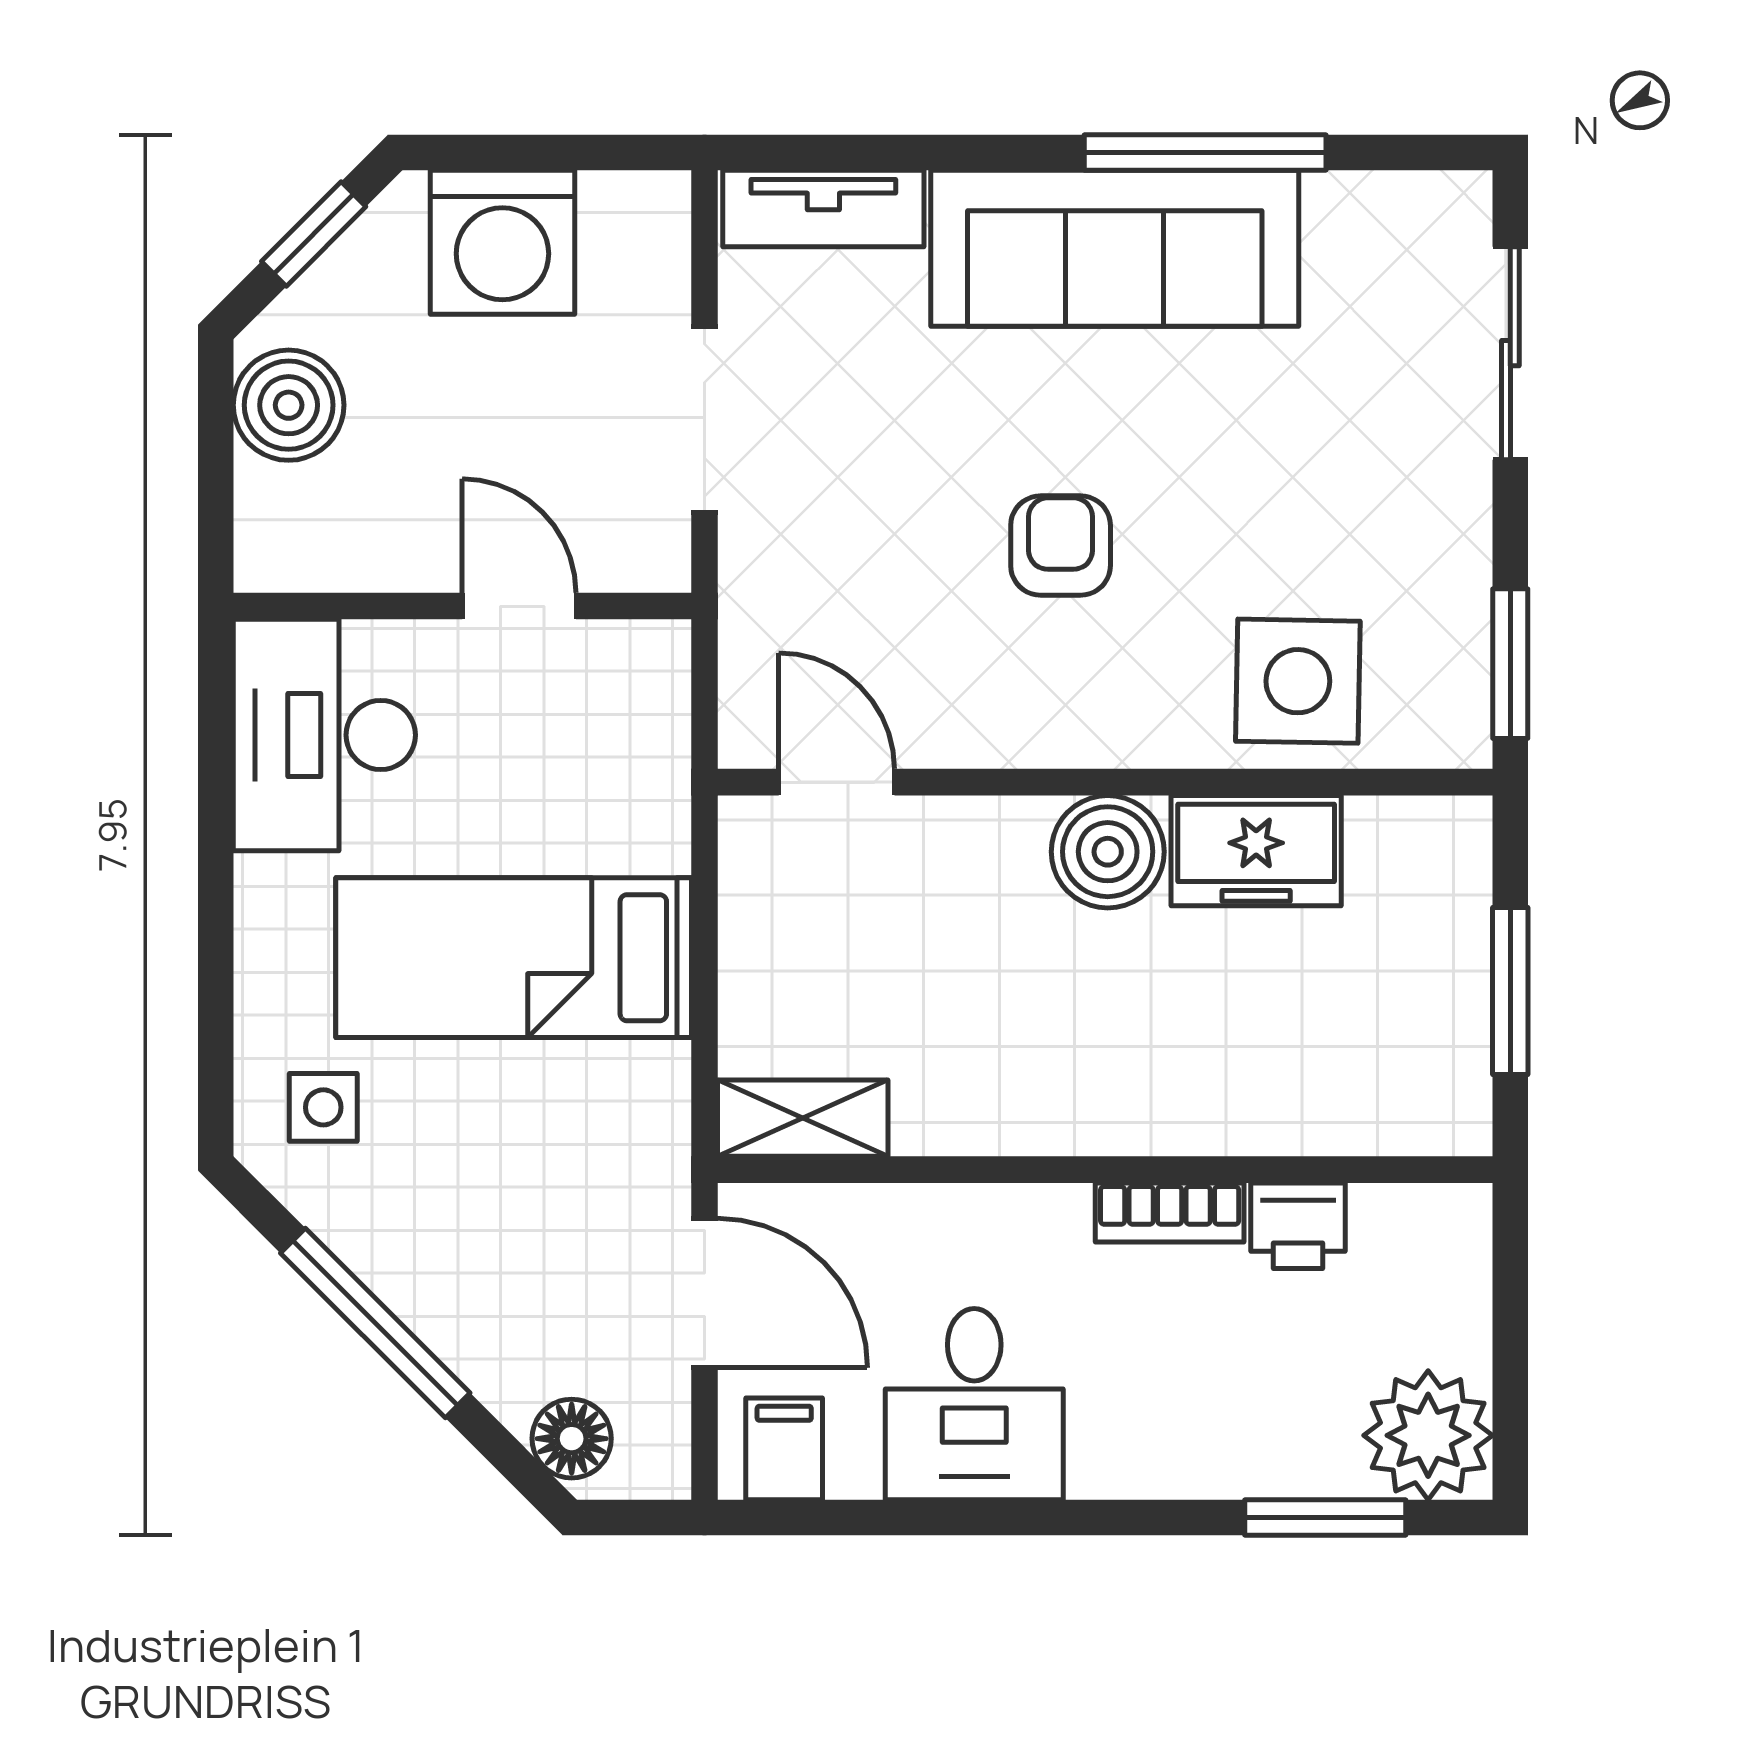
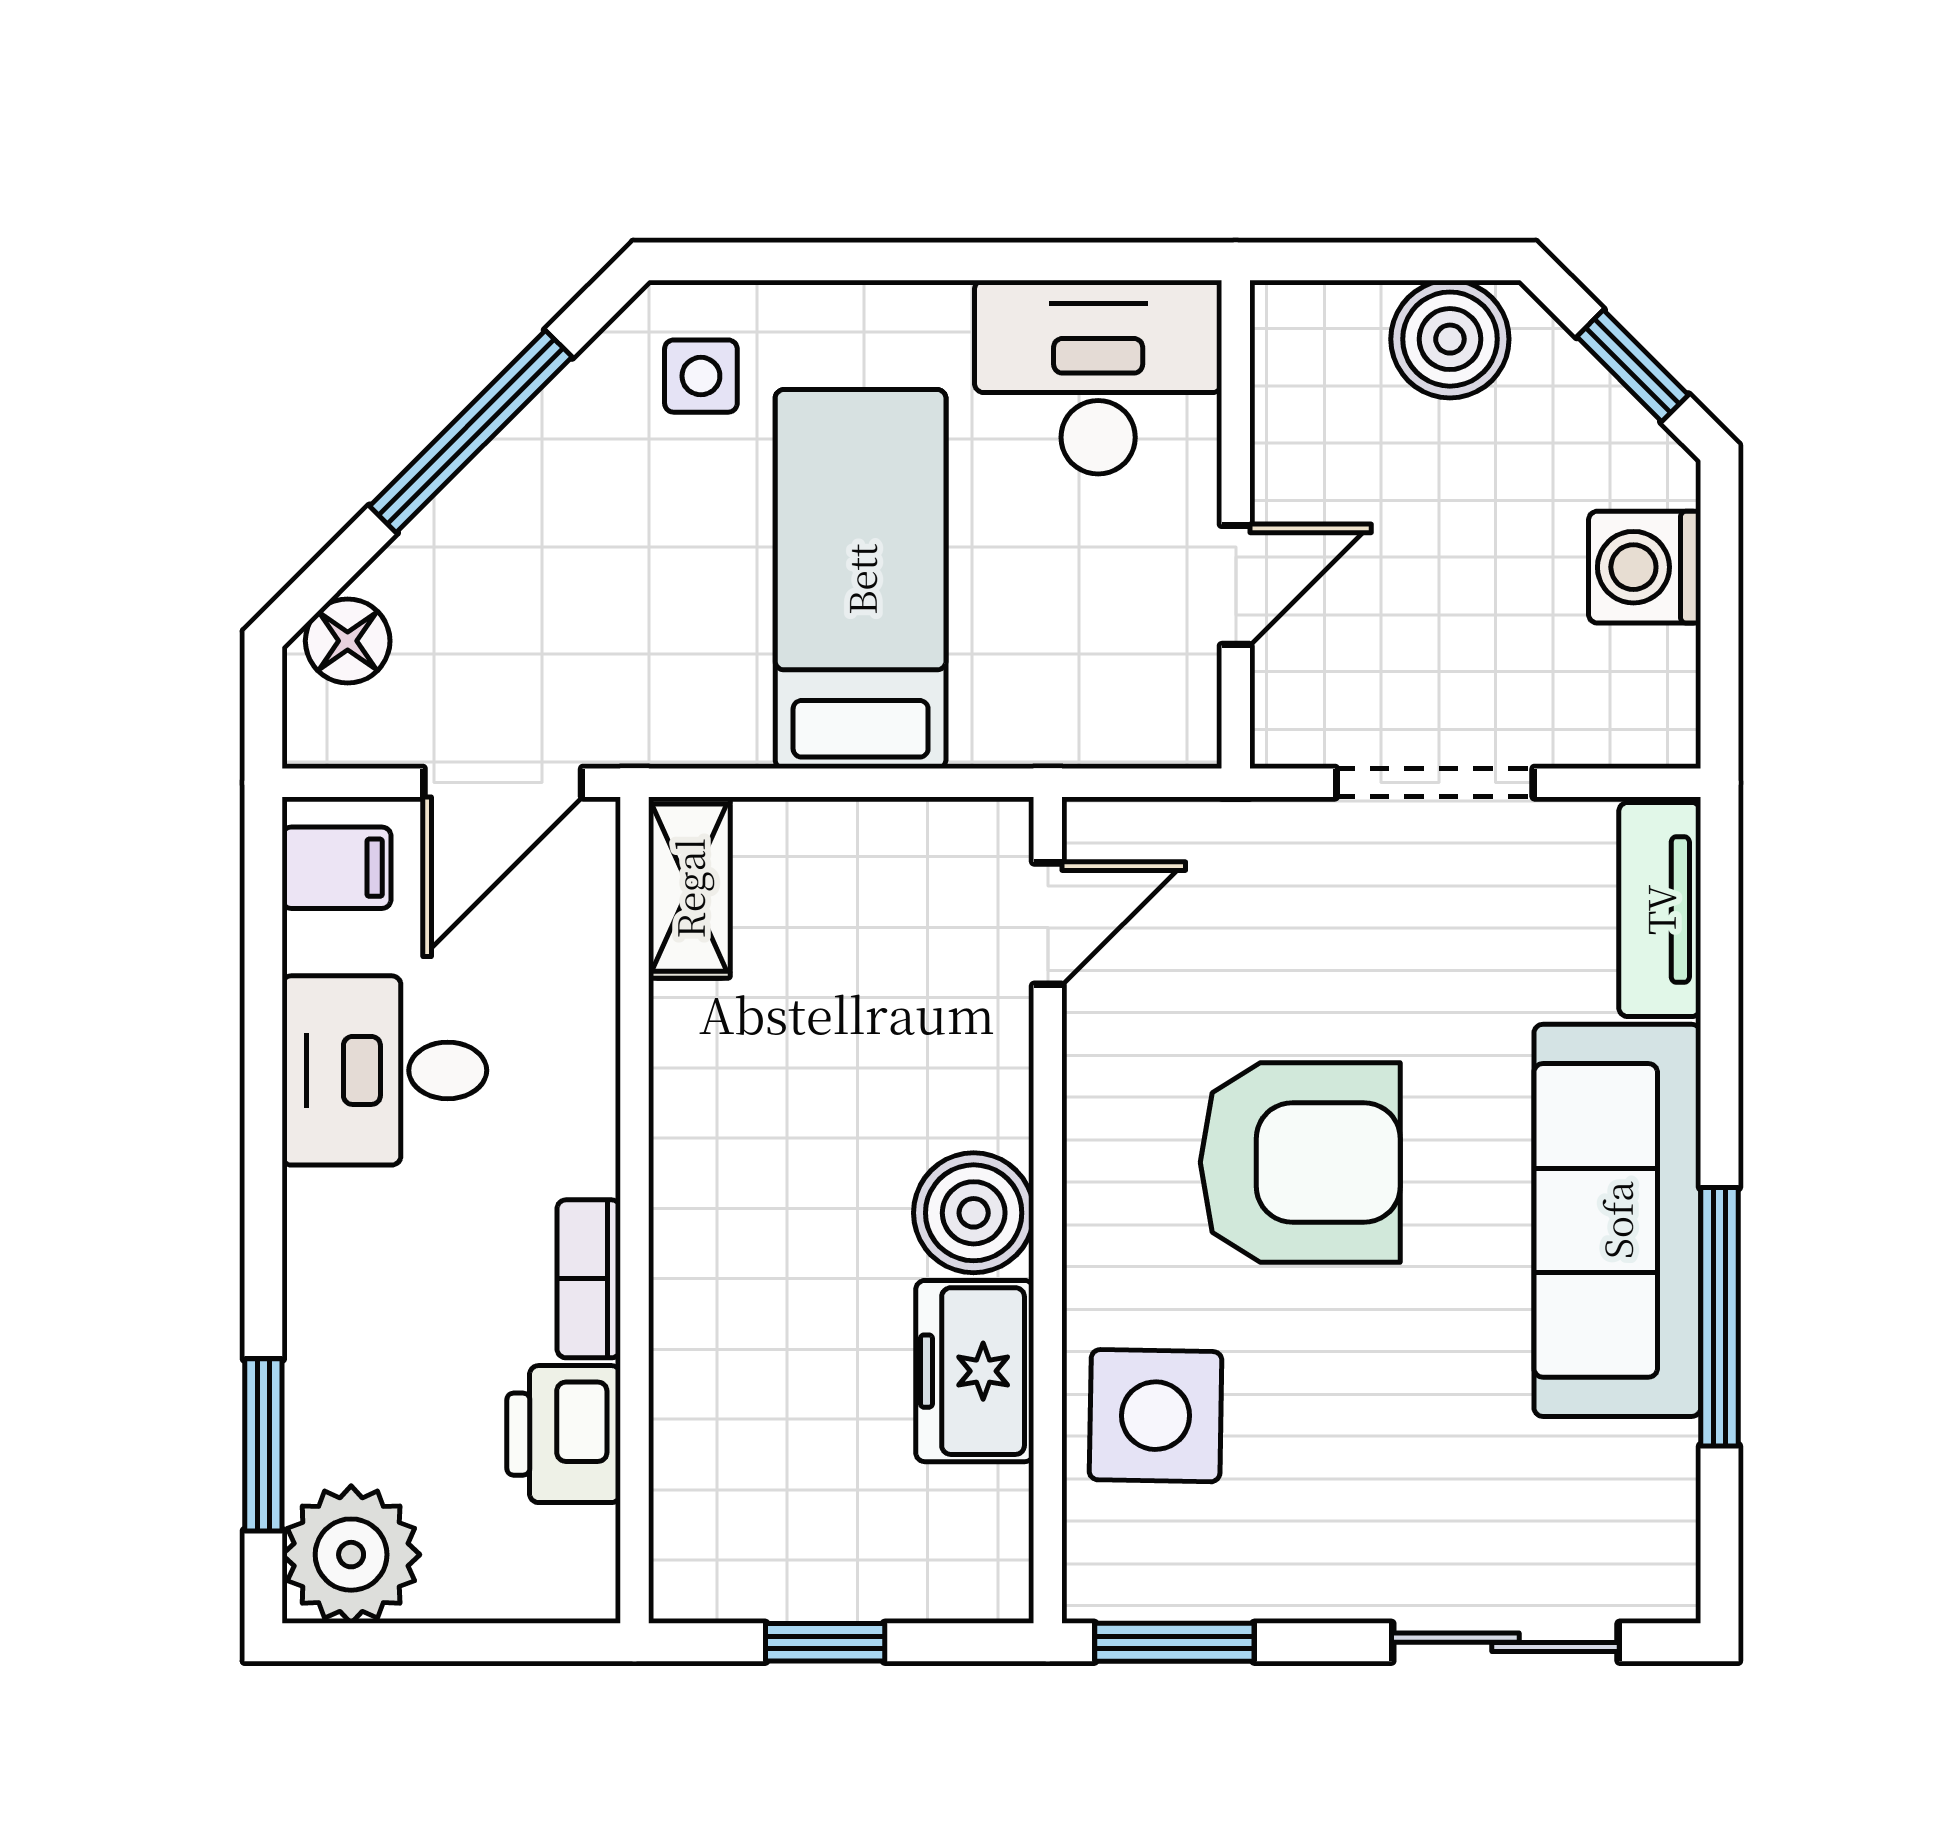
washing machine: (502, 242) -> (1645, 567), width x0.73, depth x0.73
armchair: (1061, 546) -> (1300, 1162), width x1.88, depth x1.88
window: (1510, 991) -> (825, 1642), width x0.67
printer: (1298, 1226) -> (564, 1434), width x1.36, depth x1.24

